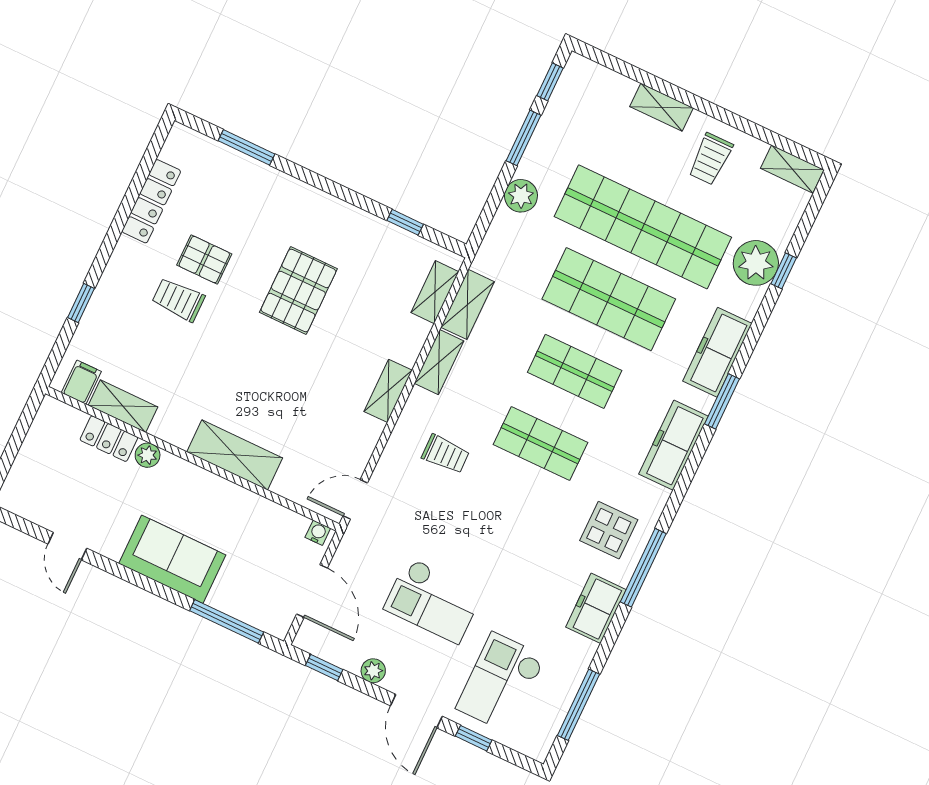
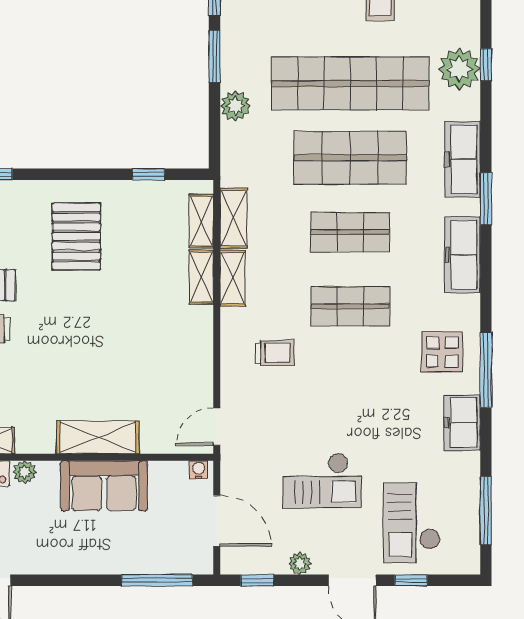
pallet: (298, 291) -> (76, 237), moved
shelving: (388, 391) -> (201, 277), moved
sofa: (172, 559) -> (104, 486), moved, turned 180

